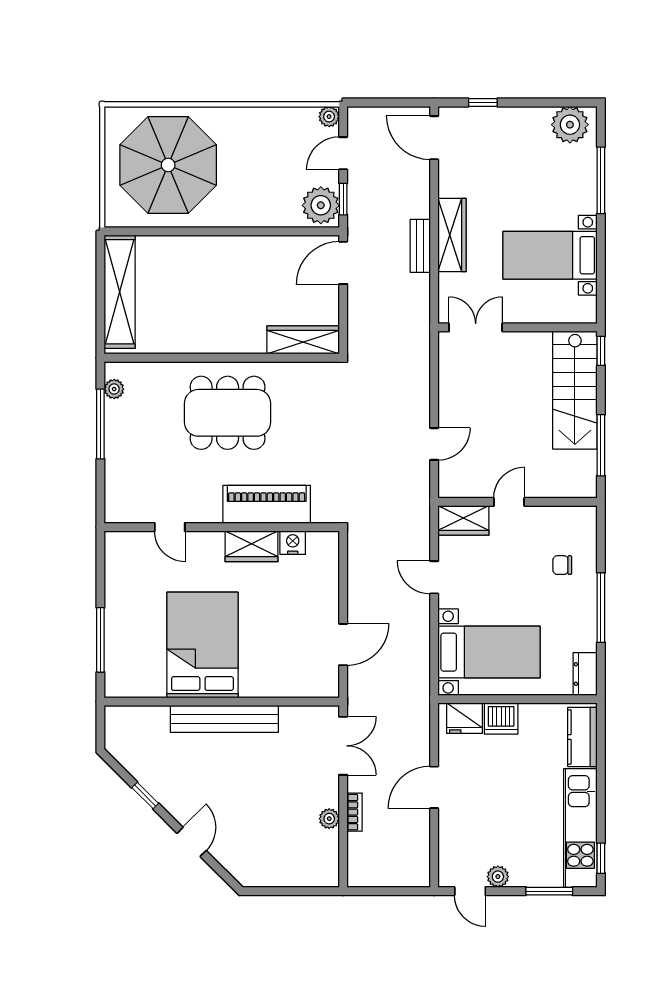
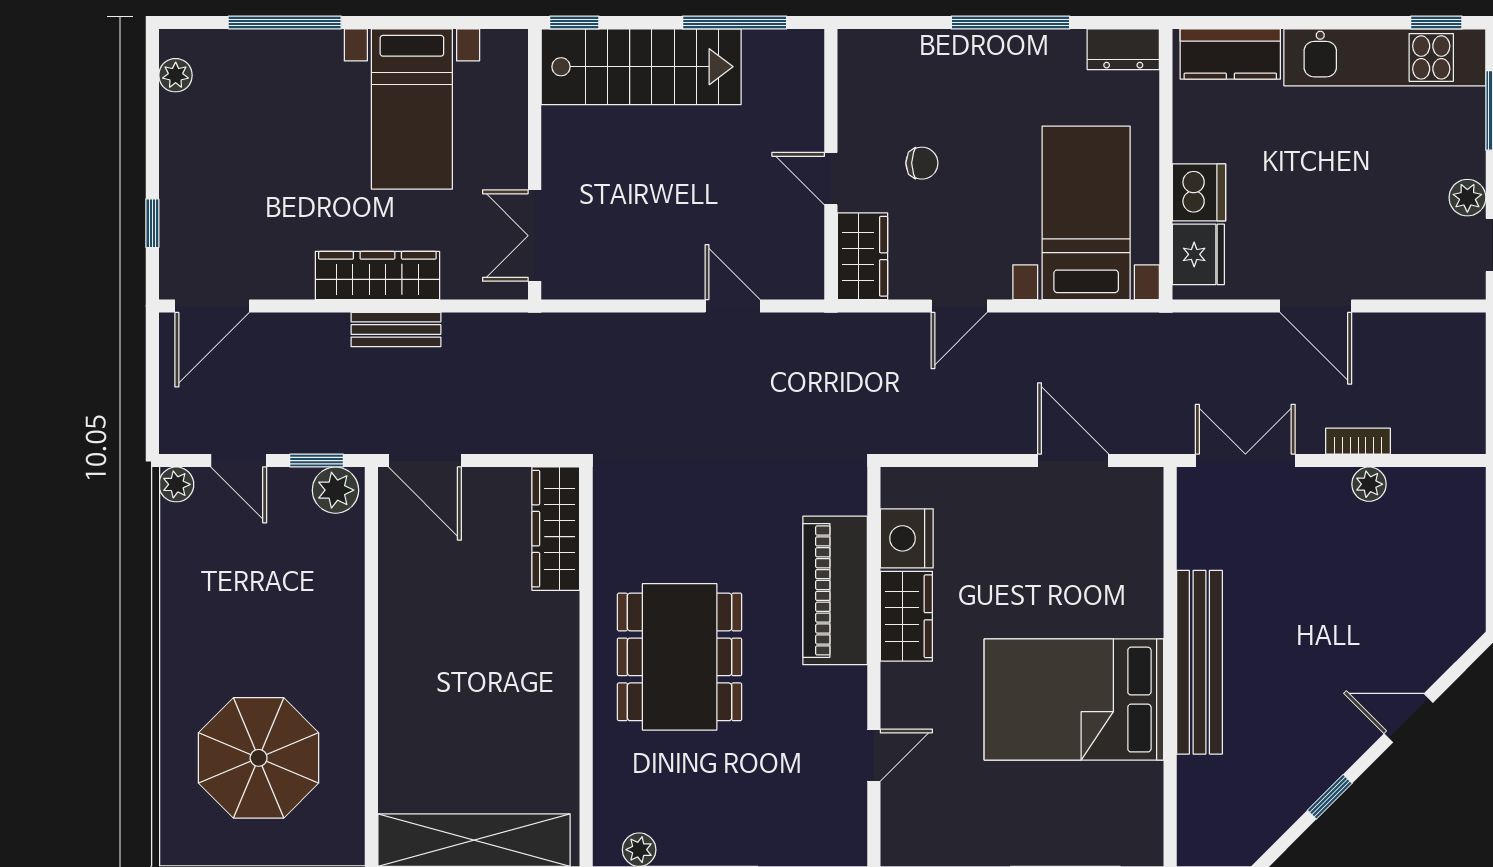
plant: (570, 125) -> (176, 75), width x0.53, depth x0.53
parasol: (168, 165) -> (259, 758), width x0.73, depth x0.73
plant: (321, 205) -> (335, 490), width x0.73, depth x0.73
nightstand: (293, 543) -> (907, 538), width x1.36, depth x1.33
chair: (562, 565) -> (922, 163), moved, turned -90

